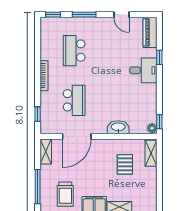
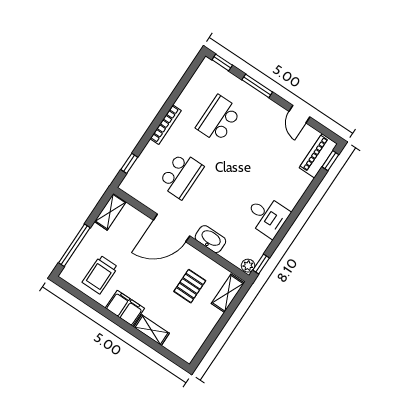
window: (159, 57) -> (330, 161), moved
desk: (143, 70) -> (267, 216), moved
door: (77, 136) -> (172, 228), moved

